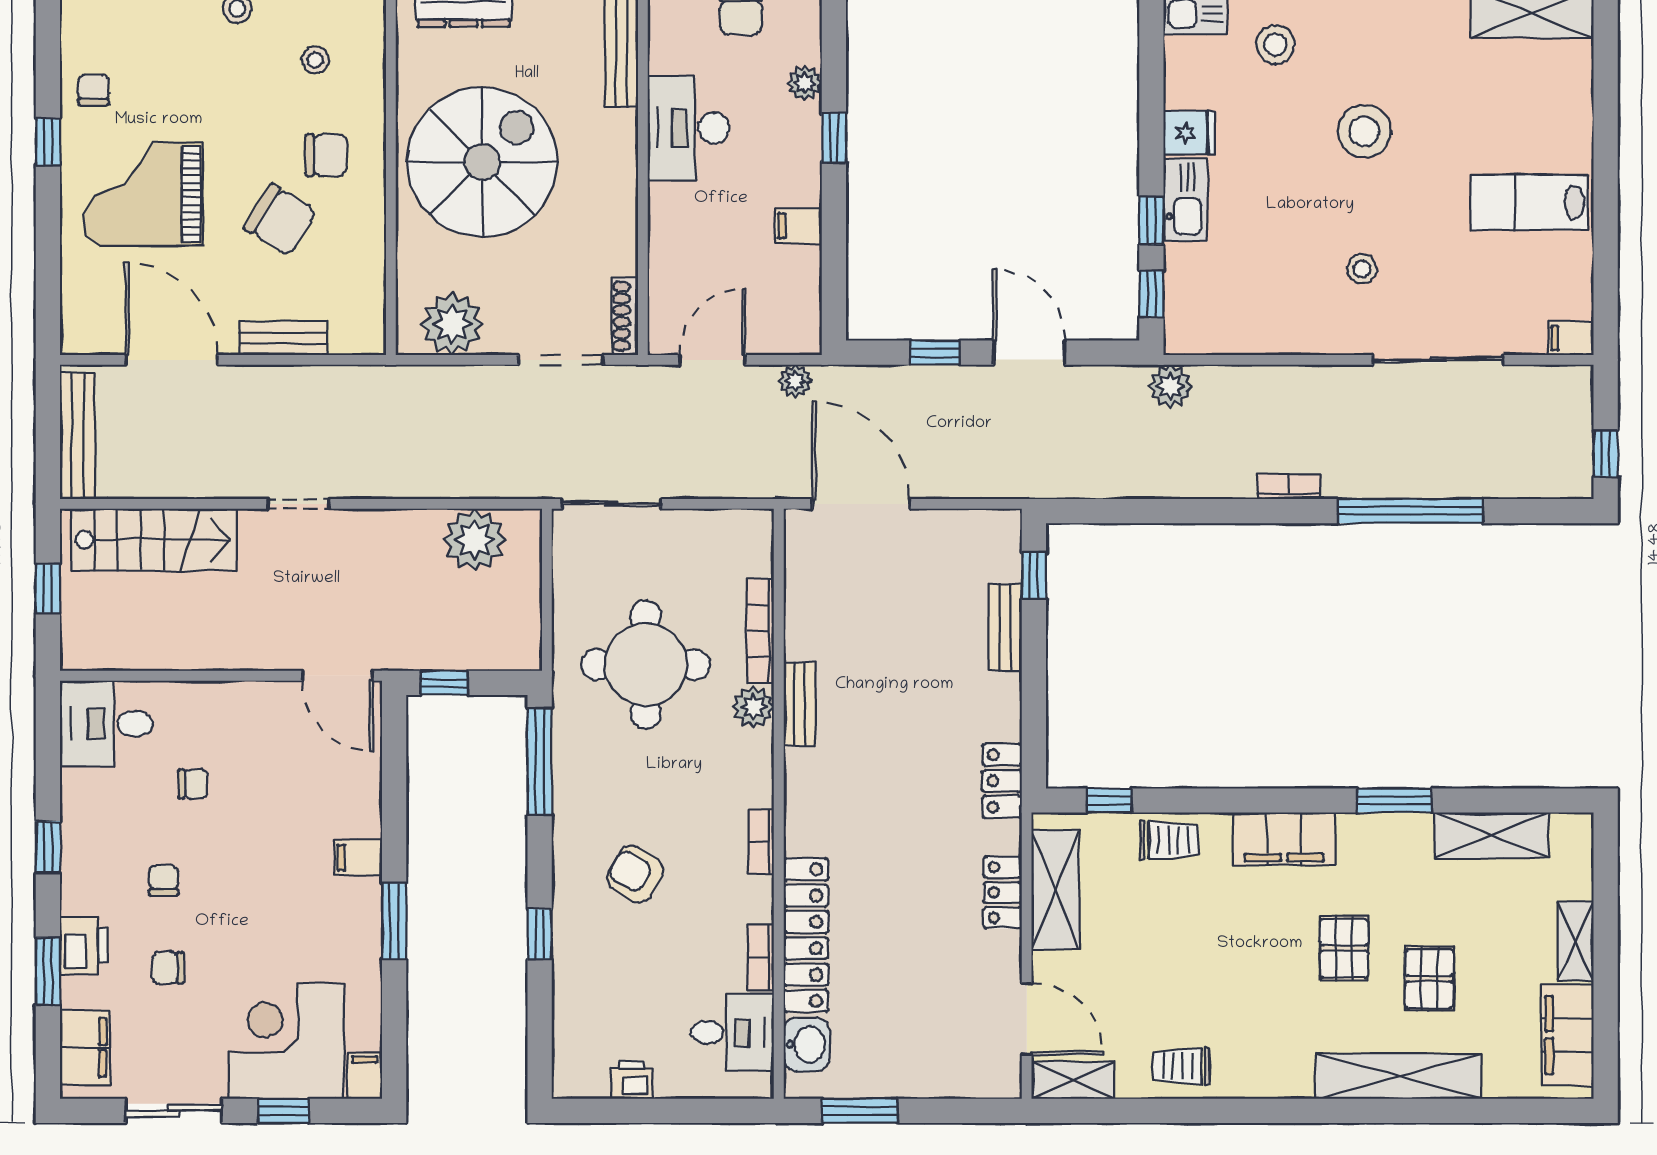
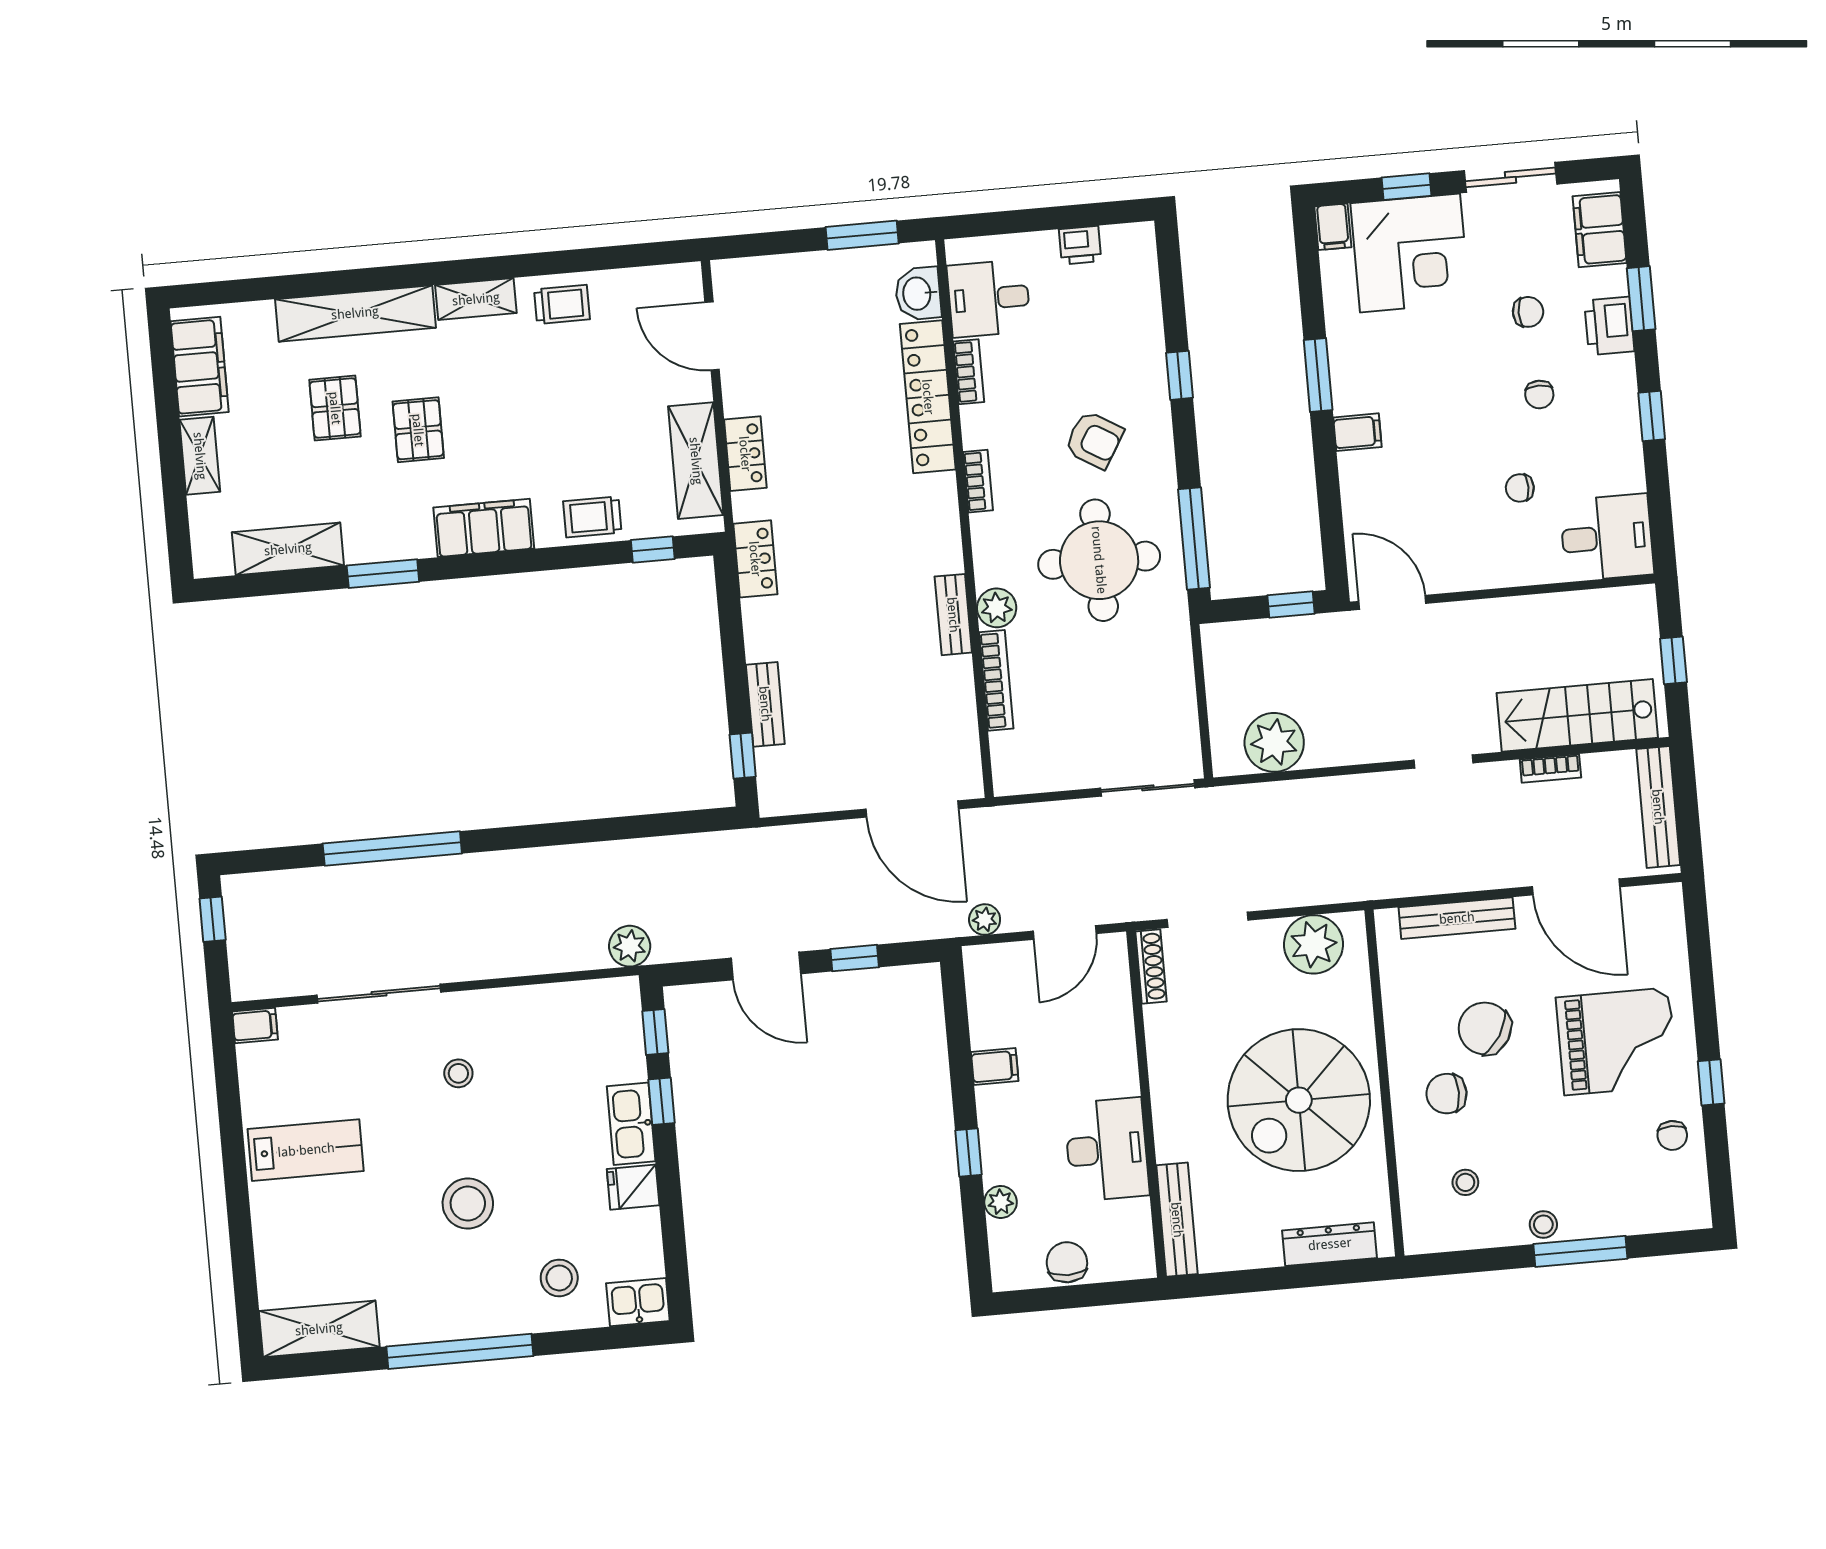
bench: (283, 338) -> (1457, 918), width x1.36
bookcase: (1289, 487) -> (1550, 768), moved
round table: (646, 665) -> (1099, 560), moved
shelving: (1073, 1080) -> (476, 299), moved

